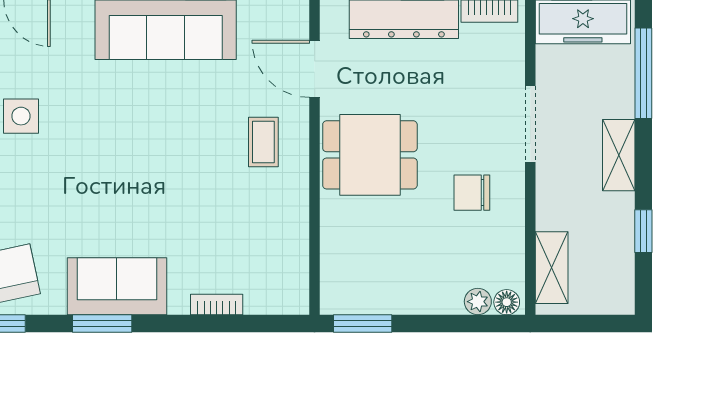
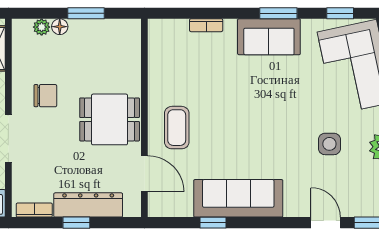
coffee table: (263, 142) -> (177, 128), width x1.36, depth x1.30
floor lamp: (507, 302) -> (60, 27), moved
window: (363, 323) -> (86, 13), moved

